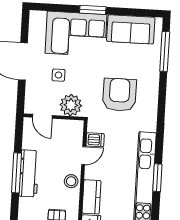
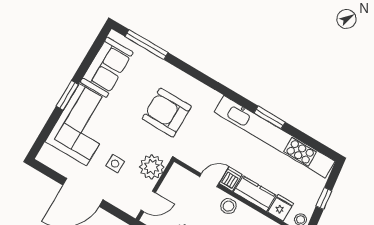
dishwasher: (95, 140) -> (231, 179), moved
door: (84, 156) -> (209, 180), hinge flipped

